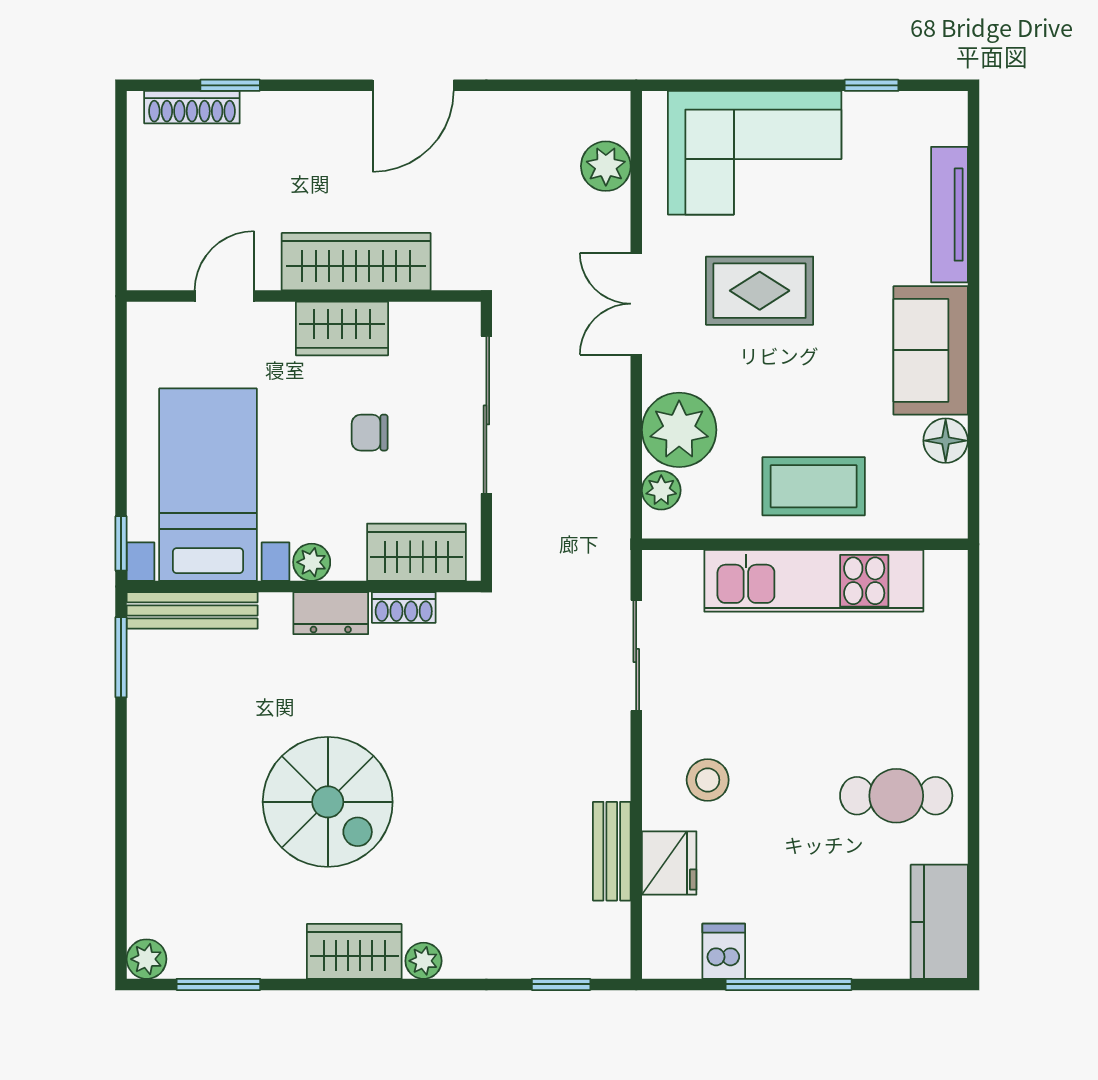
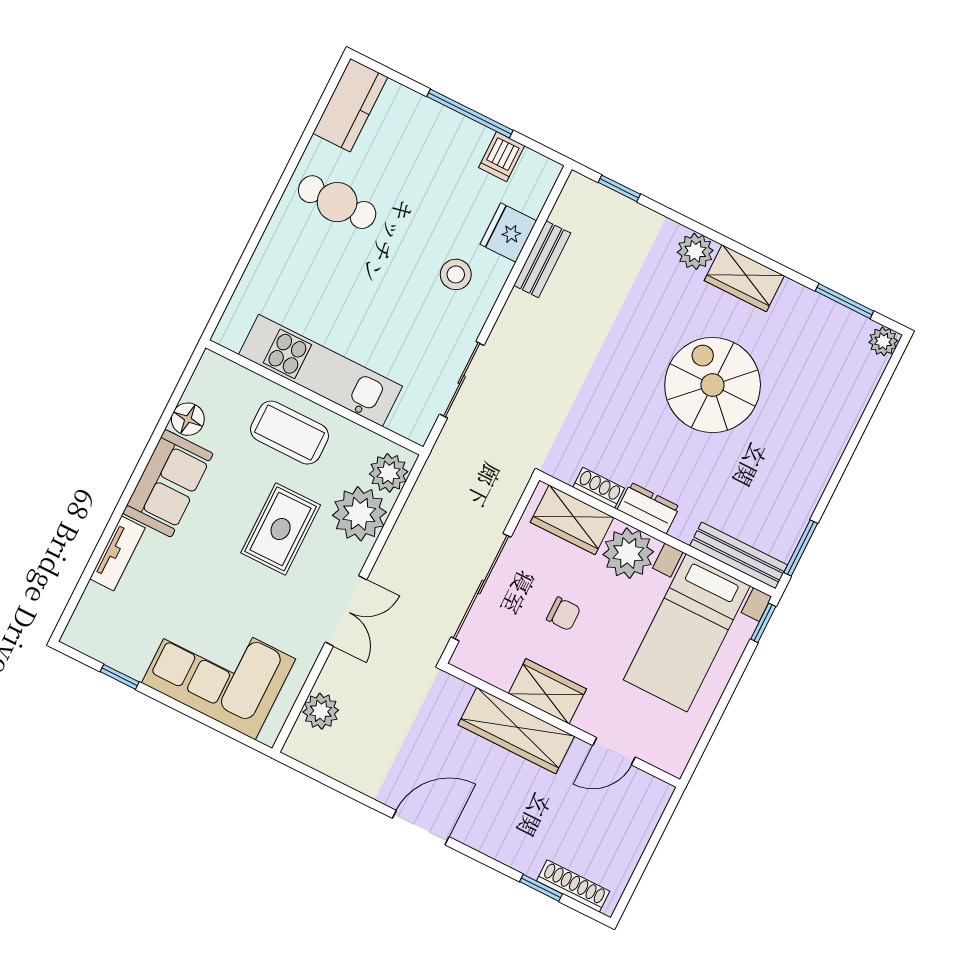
tv unit: (949, 215) -> (117, 553), width x0.71
rug: (760, 291) -> (281, 529), moved, turned 90
plant: (661, 490) -> (389, 473), width x1.38, depth x1.38
plant: (312, 562) -> (628, 553), width x1.87, depth x1.87
plant: (423, 961) -> (695, 251), width x1.38, depth x1.38

